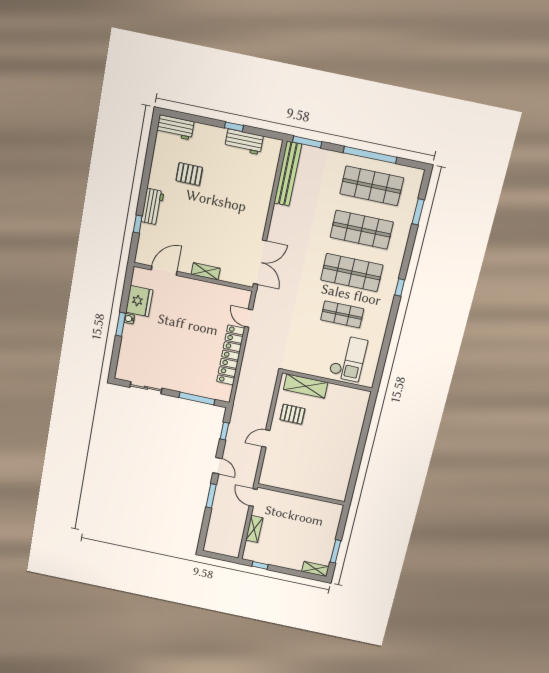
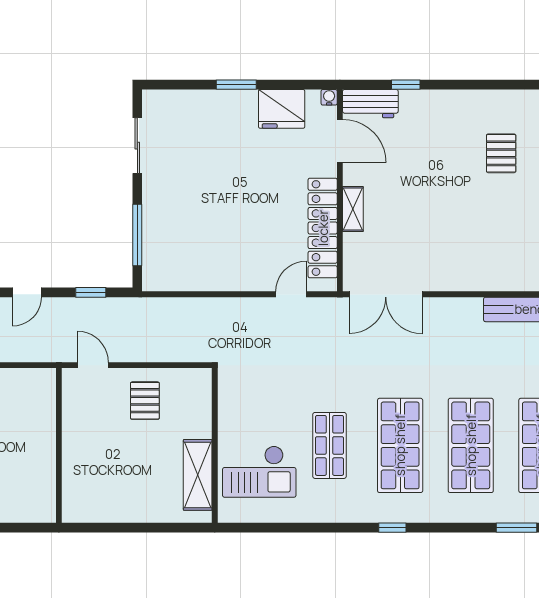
workbench: (152, 207) -> (370, 104), moved
water cooler: (129, 319) -> (329, 97), moved
locker: (231, 355) -> (323, 228), moved, turned -90
shelving: (306, 386) -> (198, 475), moved
wall: (301, 494) -> (59, 445), moved

